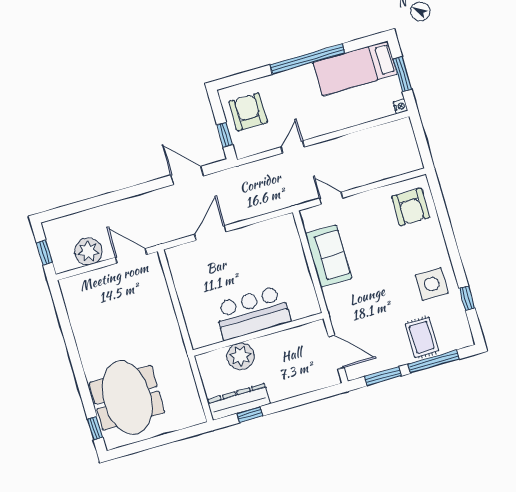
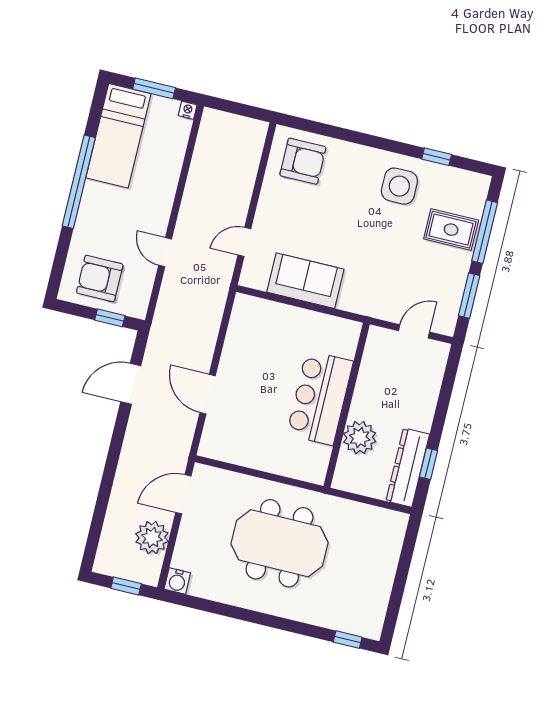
water cooler: (68, 286) -> (177, 581), added
door: (336, 352) -> (414, 331), width x0.73
meeting table: (127, 398) -> (279, 543), moved

